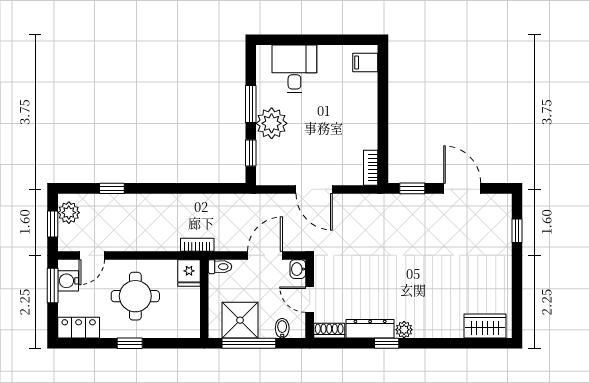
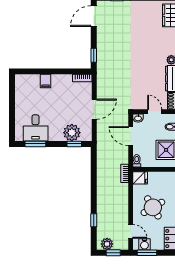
filing cabinet: (365, 62) -> (46, 81), moved
desk: (294, 69) -> (36, 128), moved, turned -90
window: (251, 104) -> (35, 144), moved
plant: (272, 123) -> (72, 133), moved
door: (462, 188) -> (94, 16), moved
round table: (135, 296) -> (153, 207), turned -31
door: (310, 300) -> (155, 112), swing flipped

